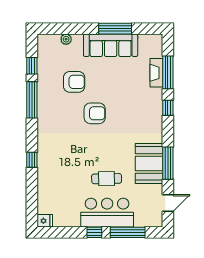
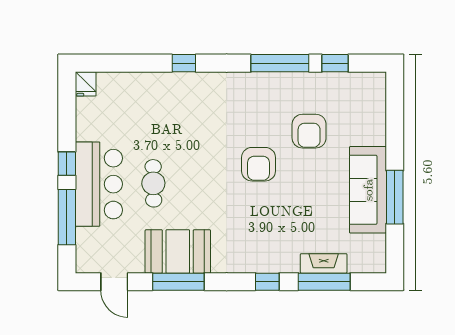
plant: (66, 39) -> (378, 118), removed

